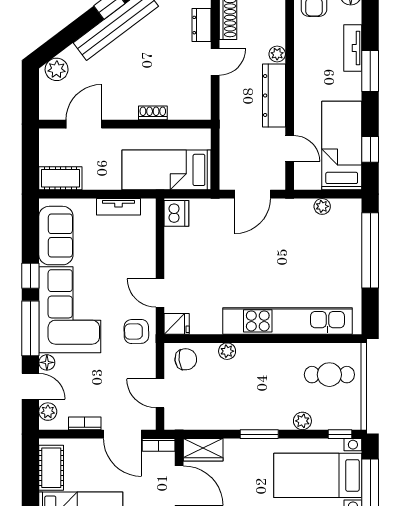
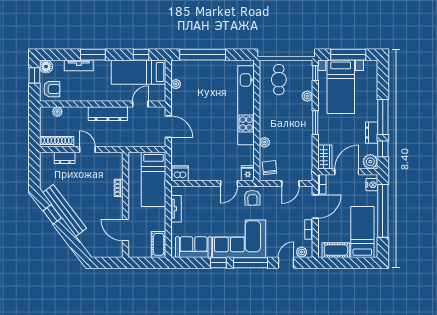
plant: (277, 54) -> (57, 112), moved
plant: (57, 69) -> (92, 247), removed
floor lamp: (47, 362) -> (271, 253), removed

